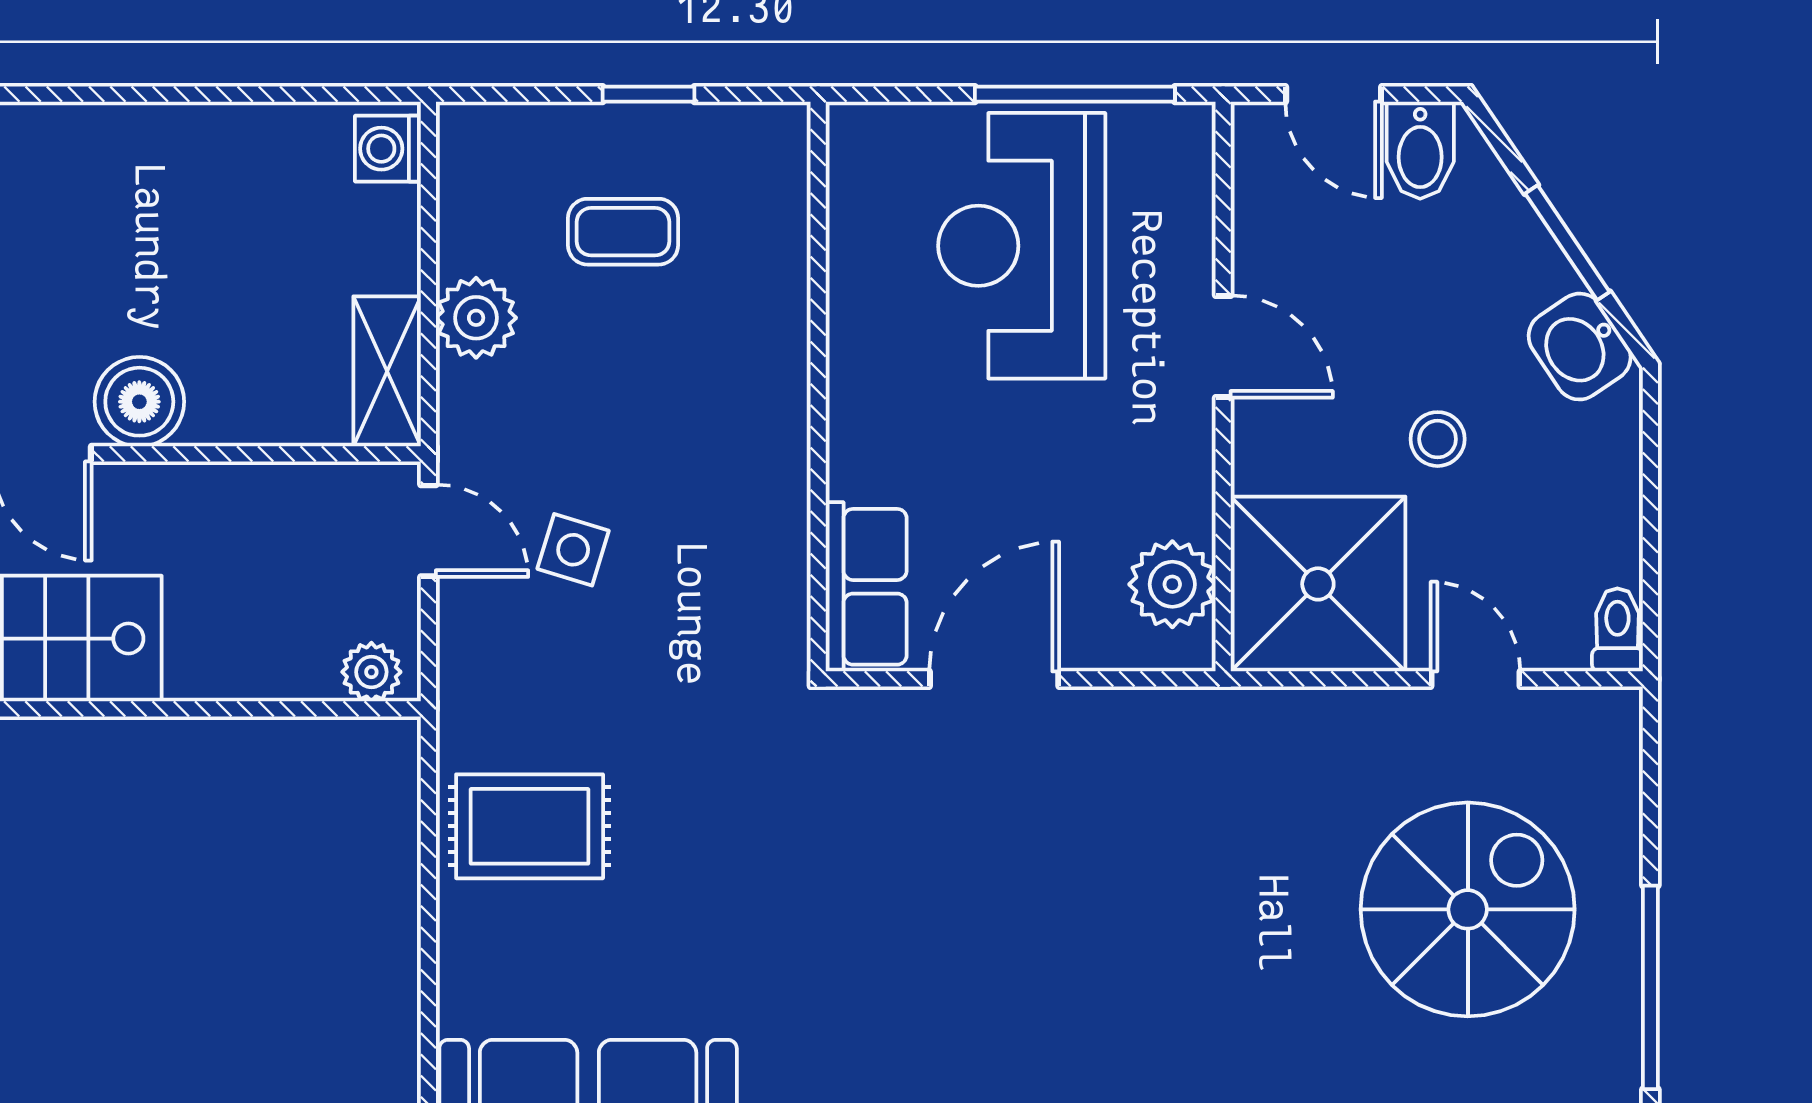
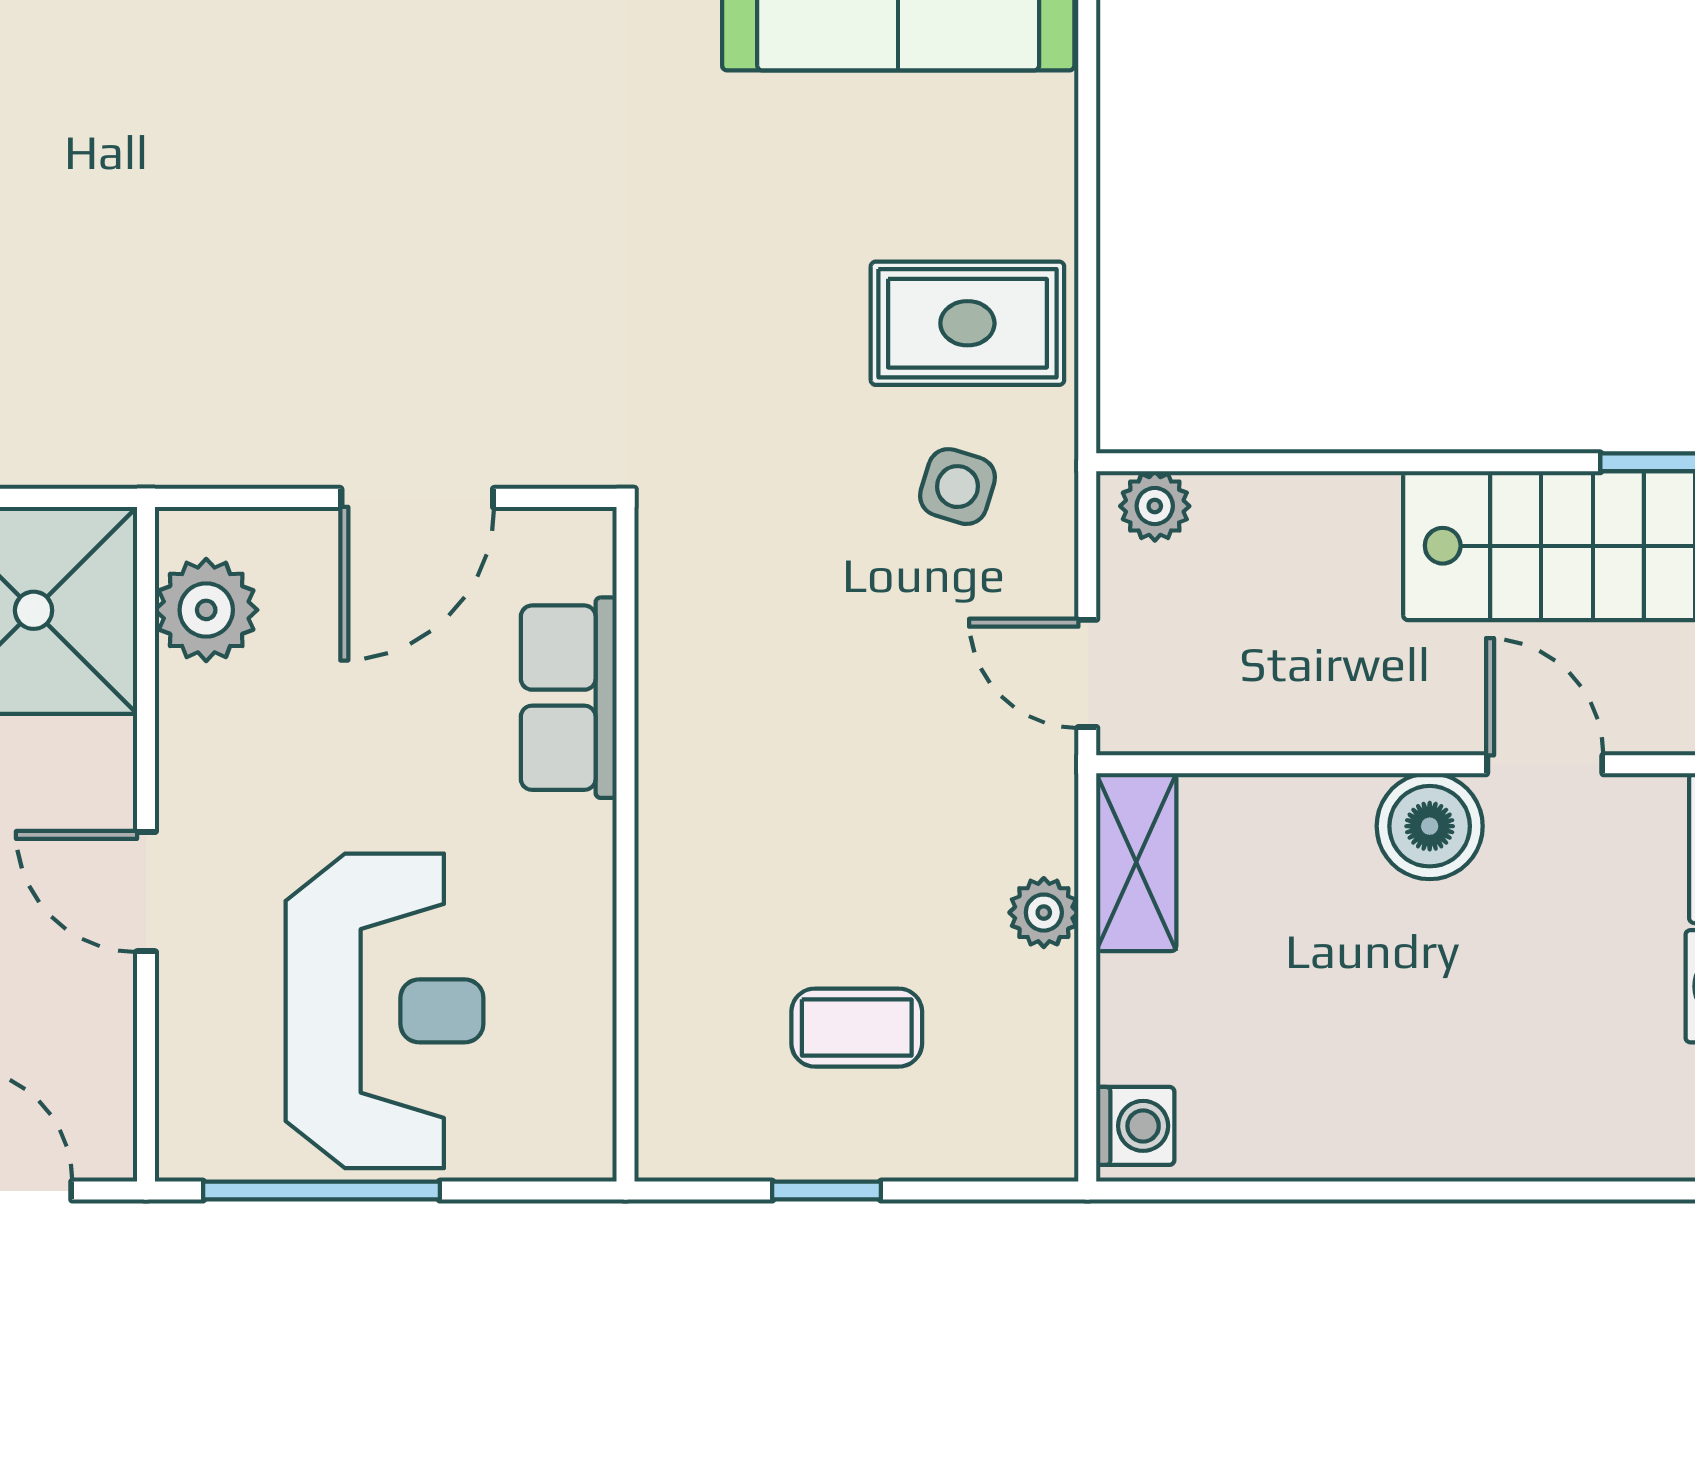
plant: (476, 318) -> (1044, 913), width x0.73, depth x0.73
side table: (573, 550) -> (958, 487), moved
row of seats: (866, 587) -> (569, 698), moved

